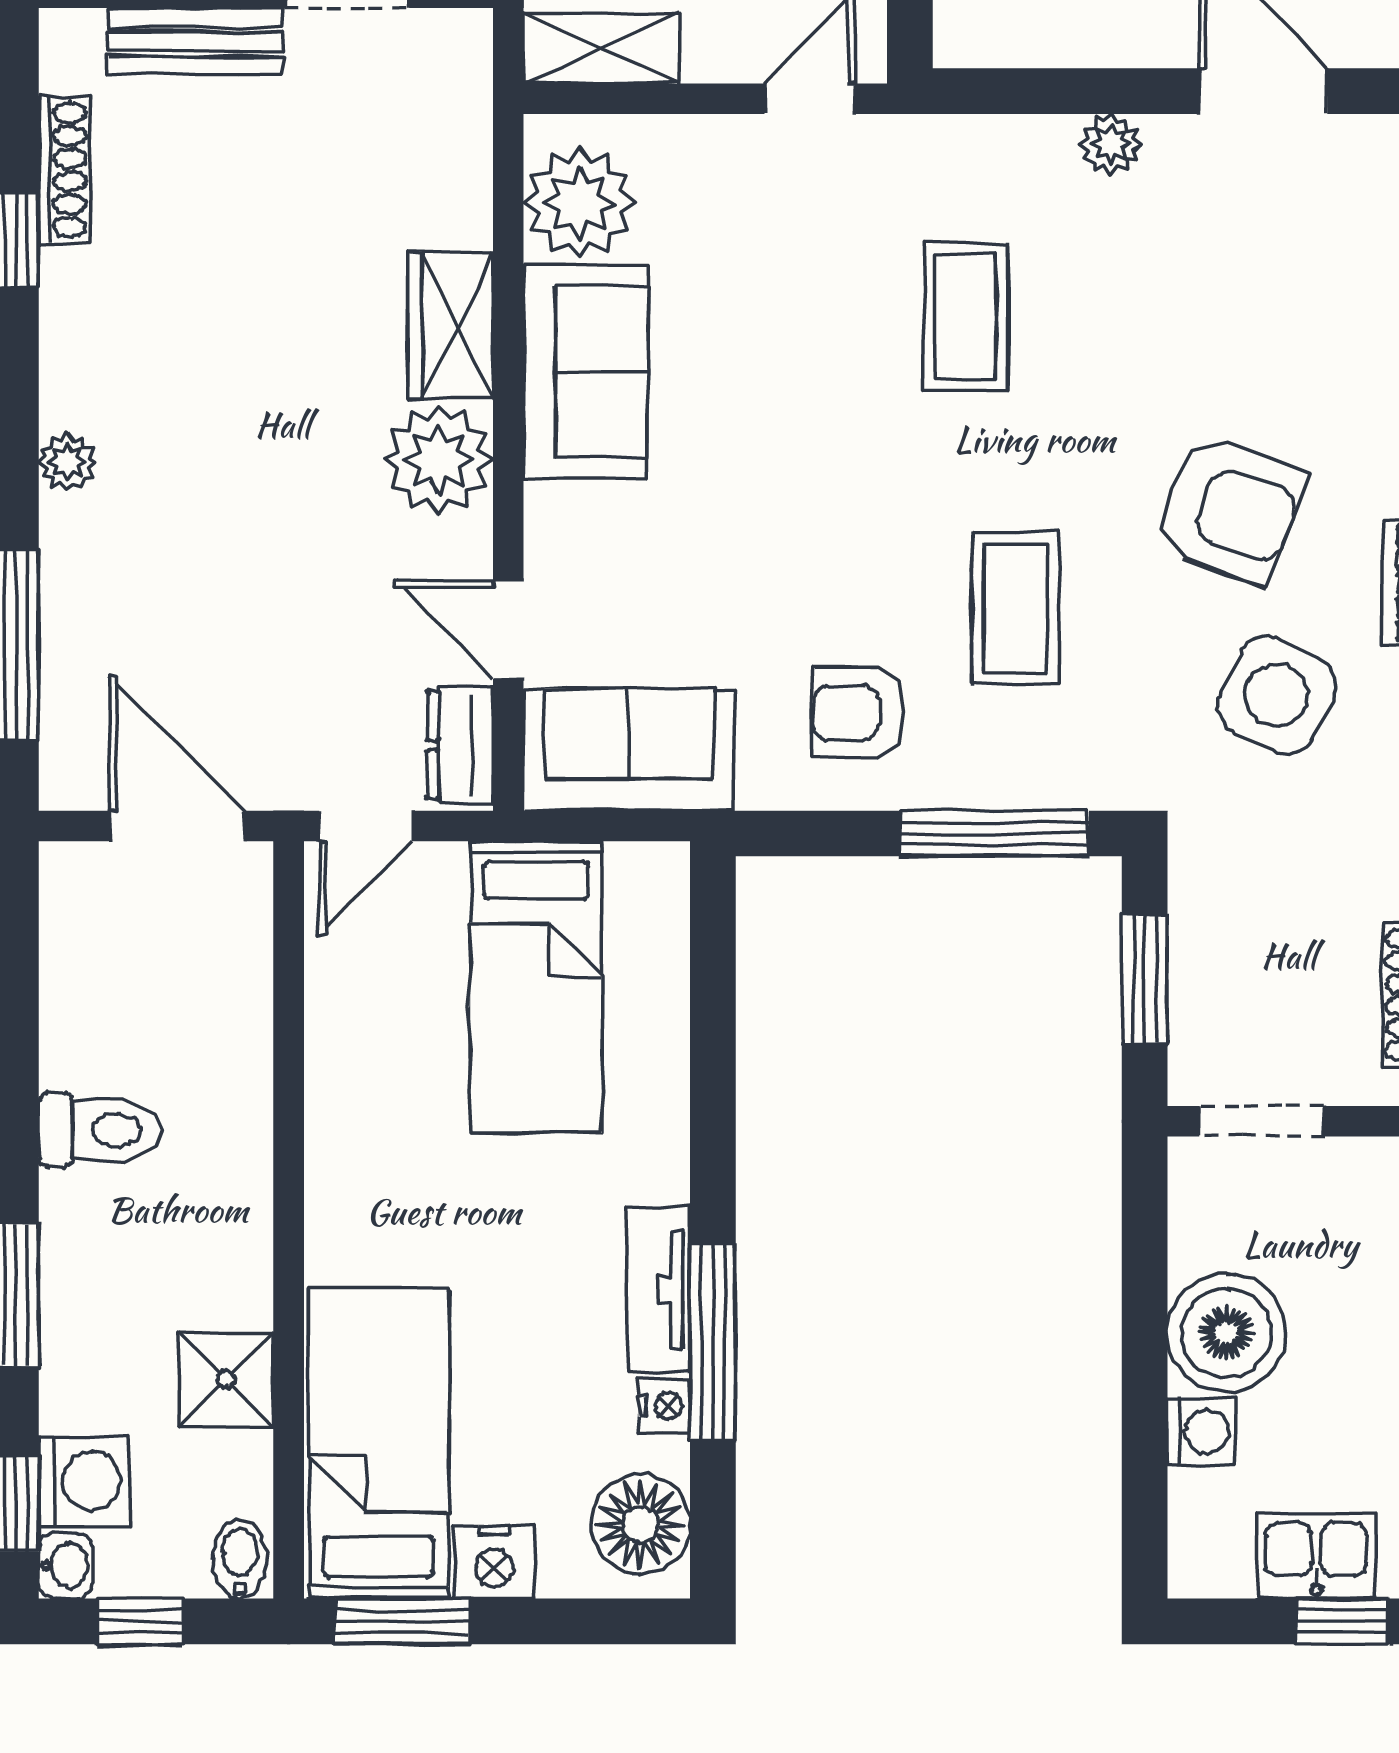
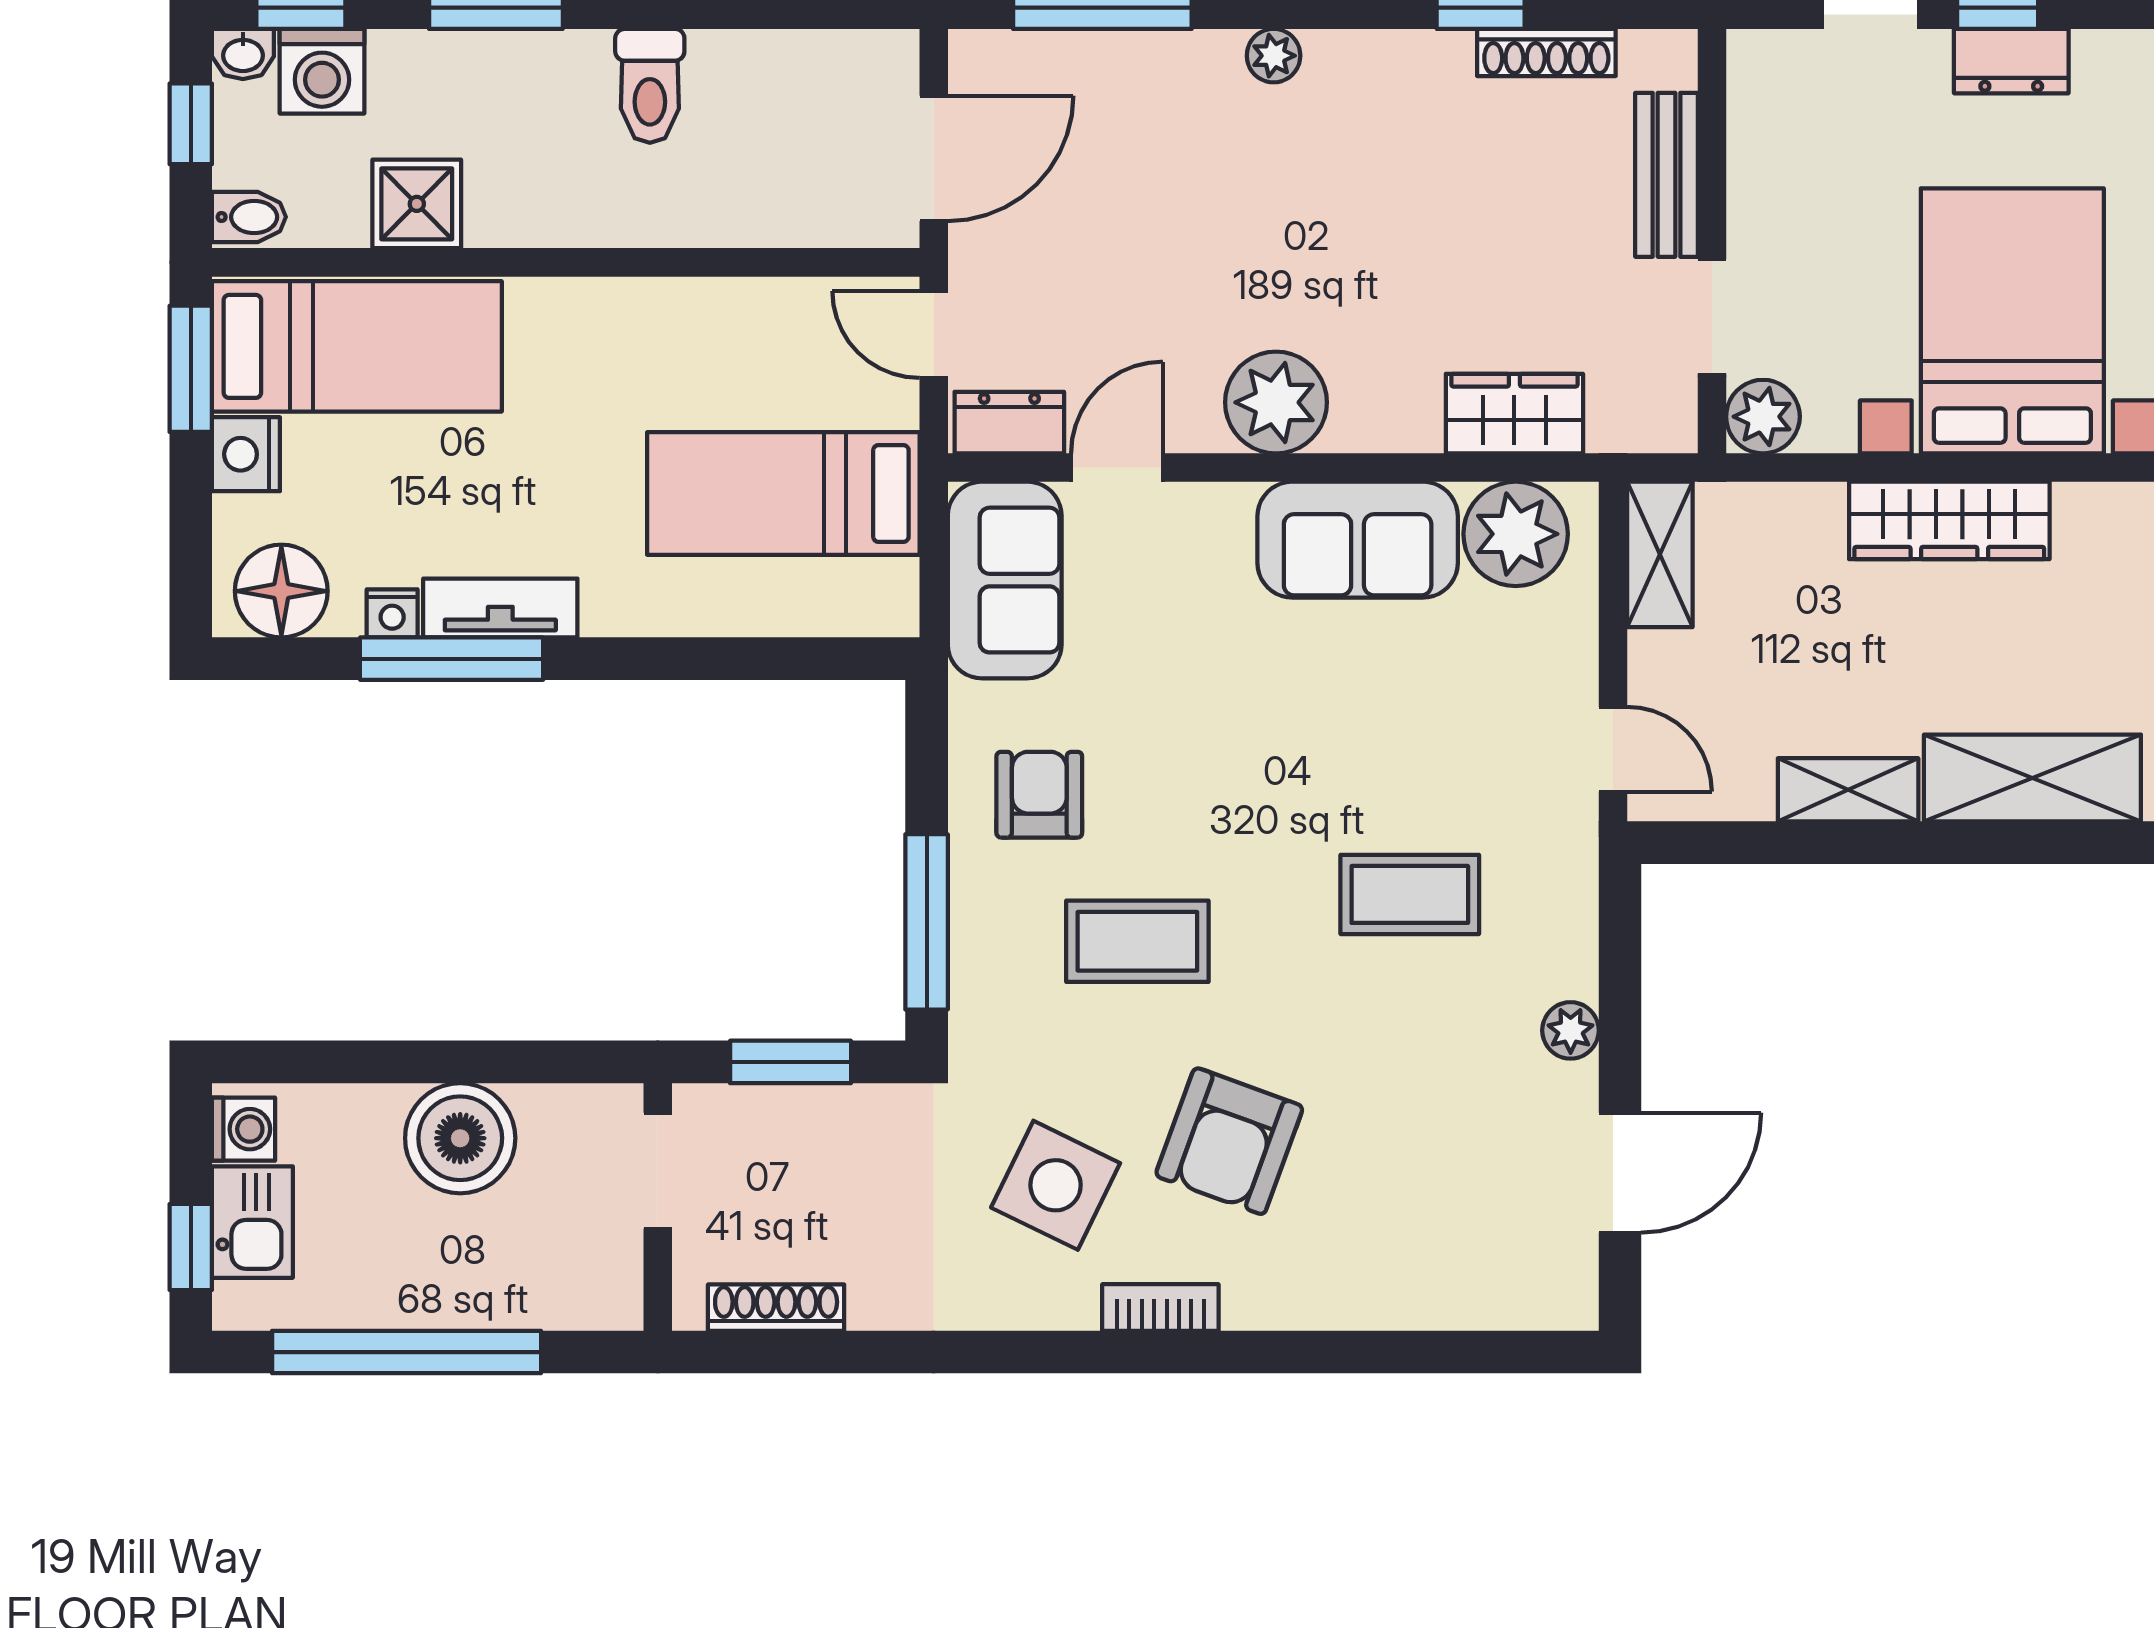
wardrobe: (451, 325) -> (1514, 414), moved
washing machine: (1201, 1432) -> (244, 1129), moved, turned -90

